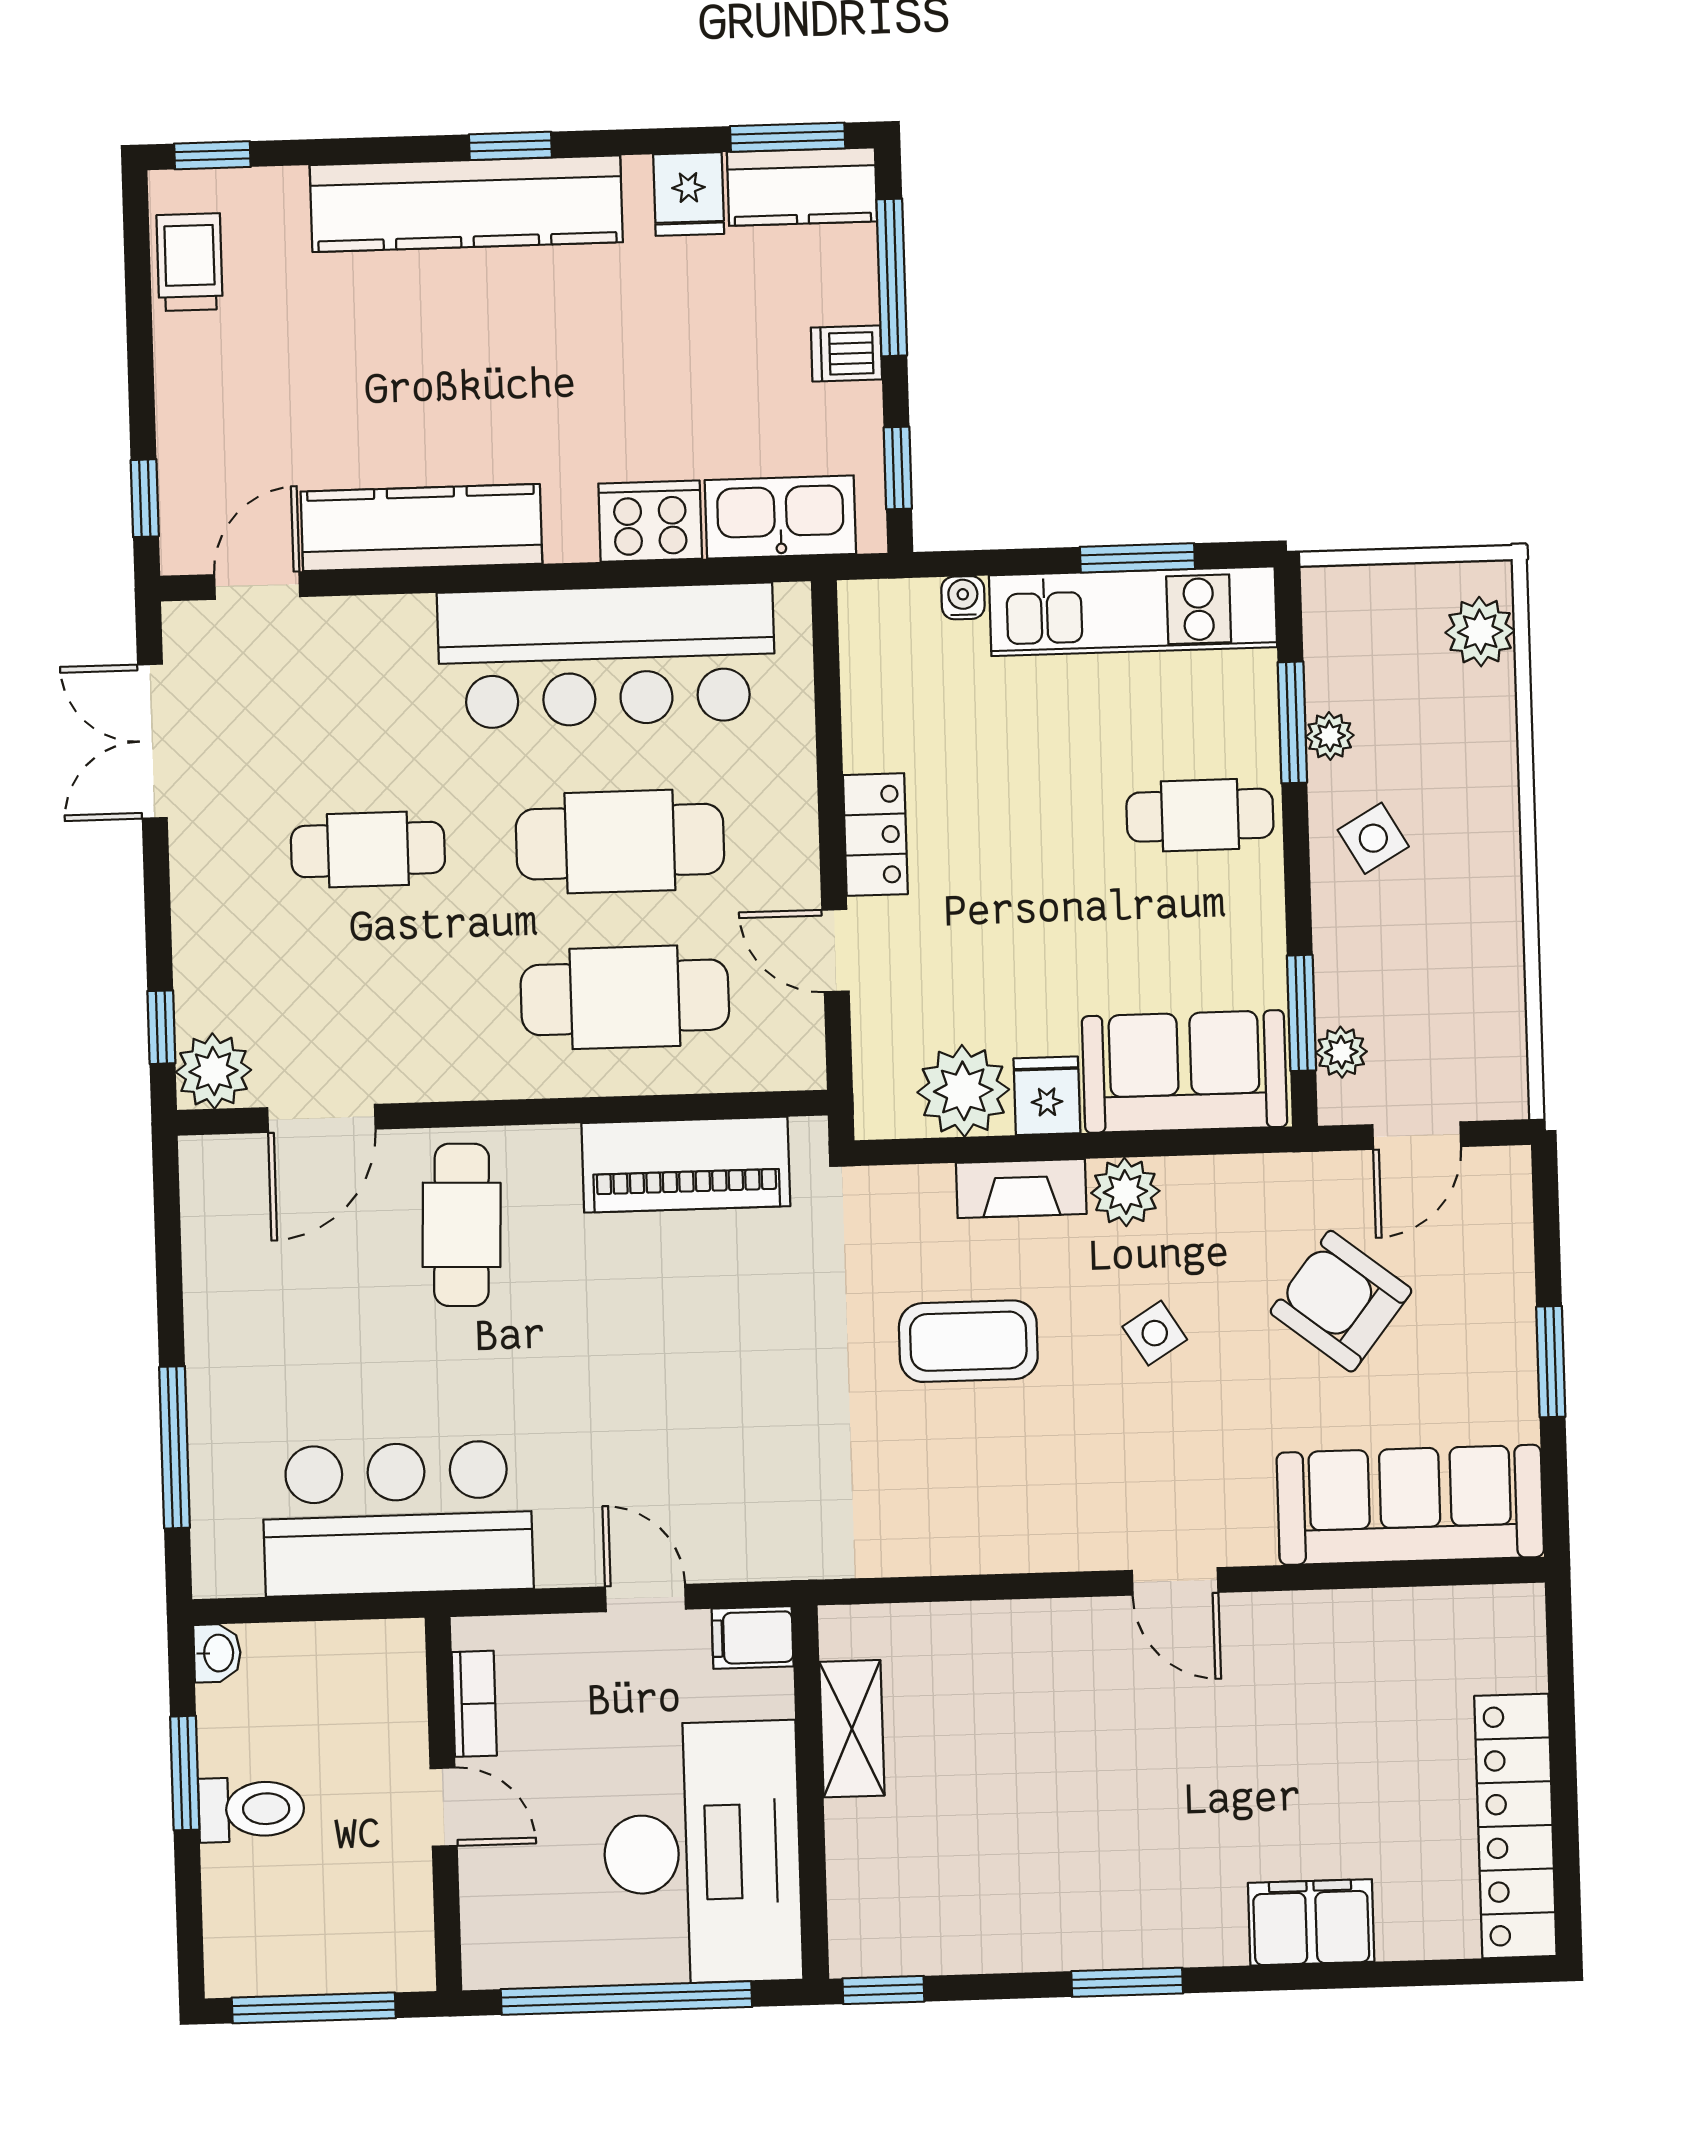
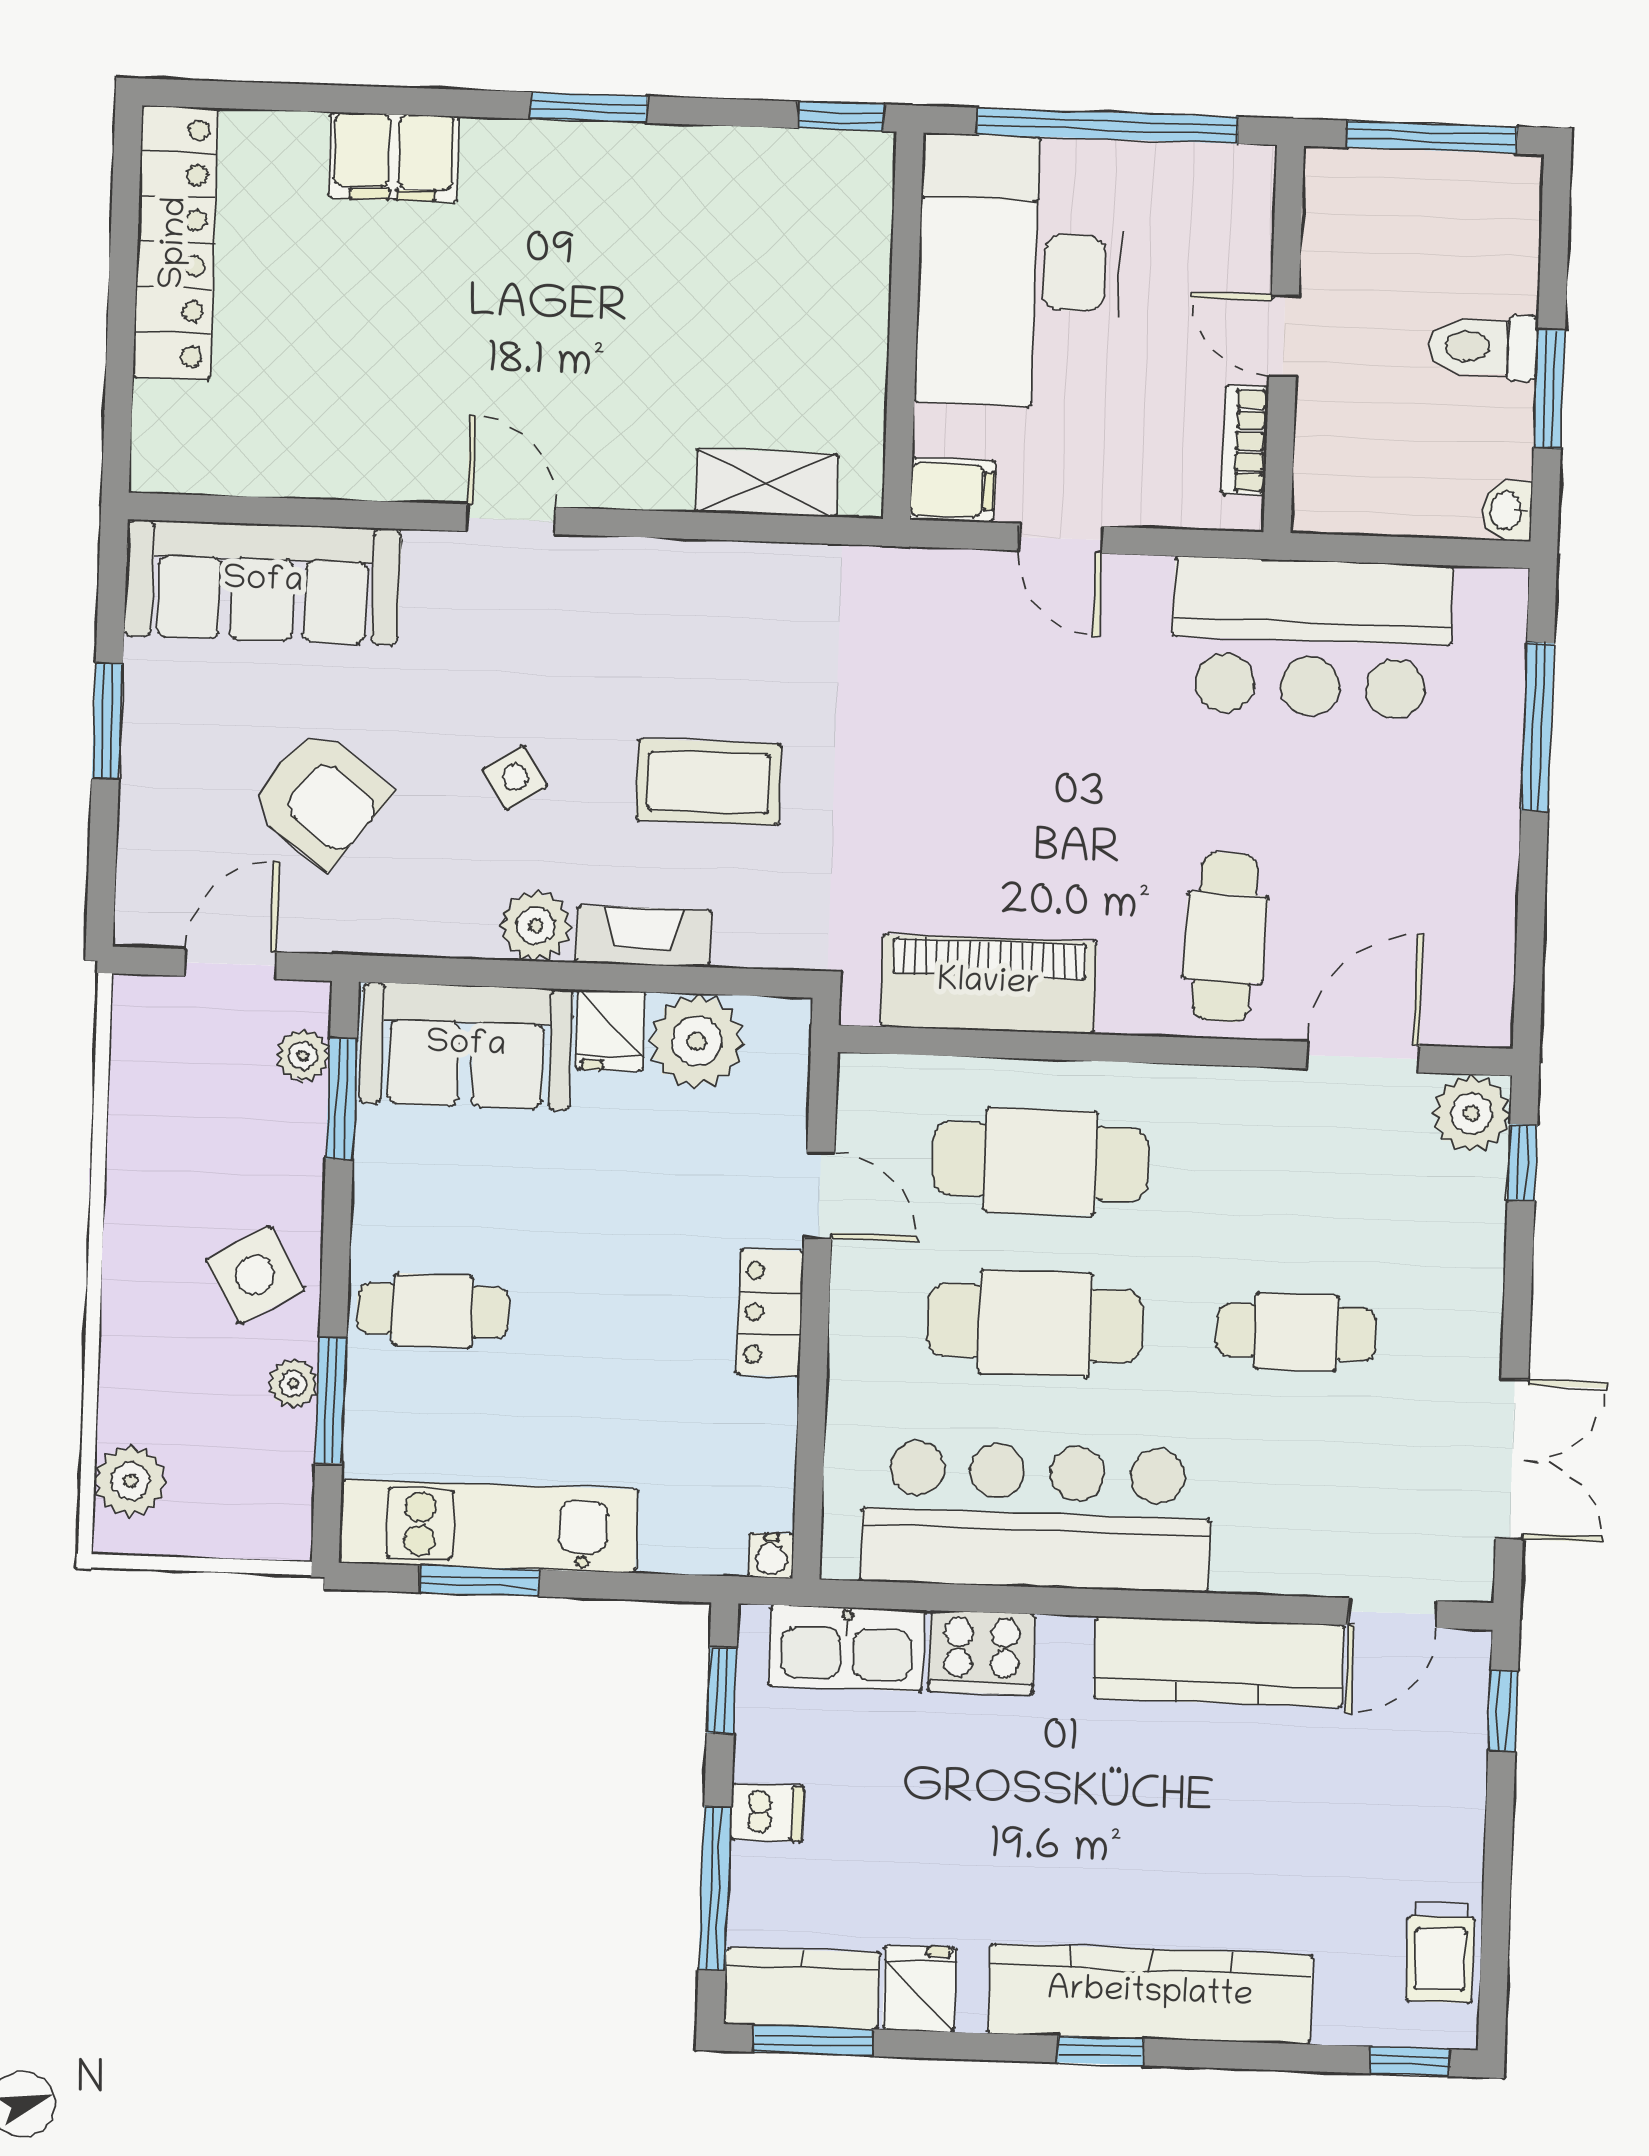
water cooler: (963, 598) -> (771, 1556), moved
side table: (1373, 838) -> (255, 1275), width x1.37, depth x1.37
shelving: (852, 1729) -> (767, 483), moved, turned 90

